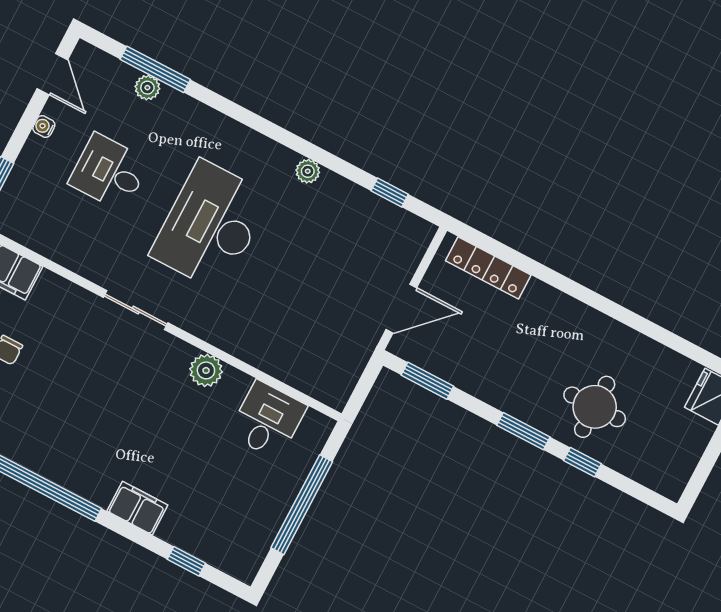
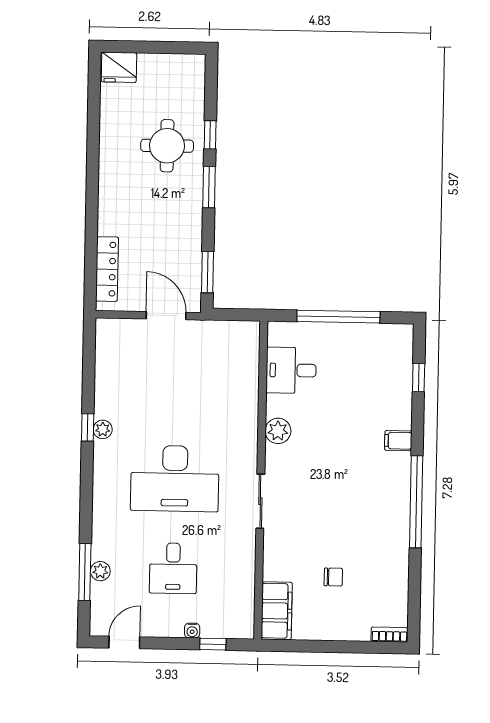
water cooler: (44, 127) -> (192, 631), moved
window: (390, 192) -> (88, 427), moved
filing cabinet: (137, 508) -> (398, 441), width x0.50

